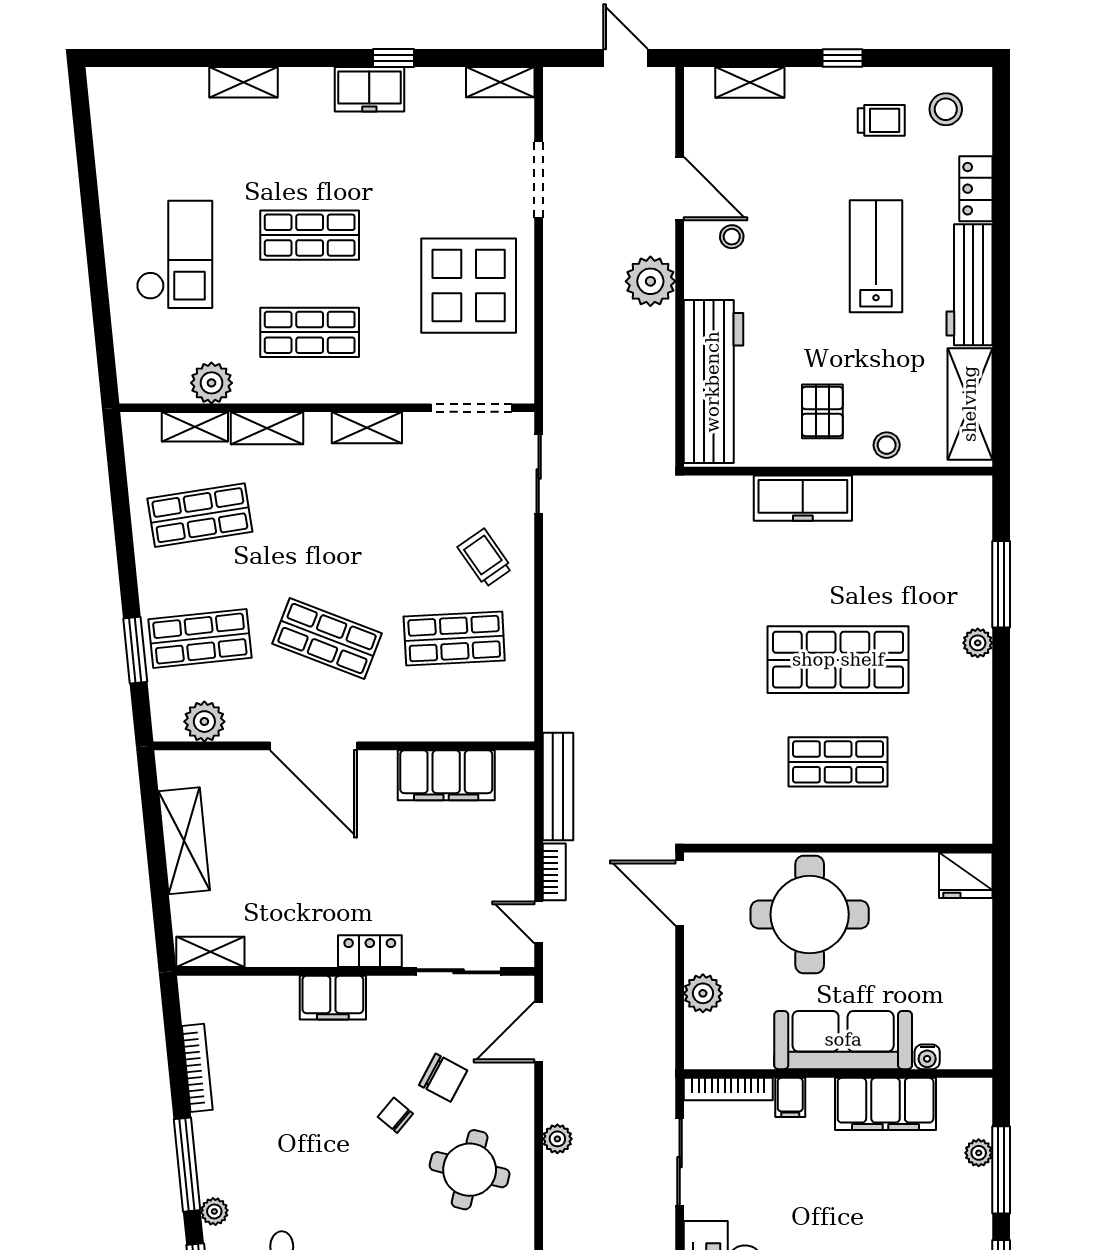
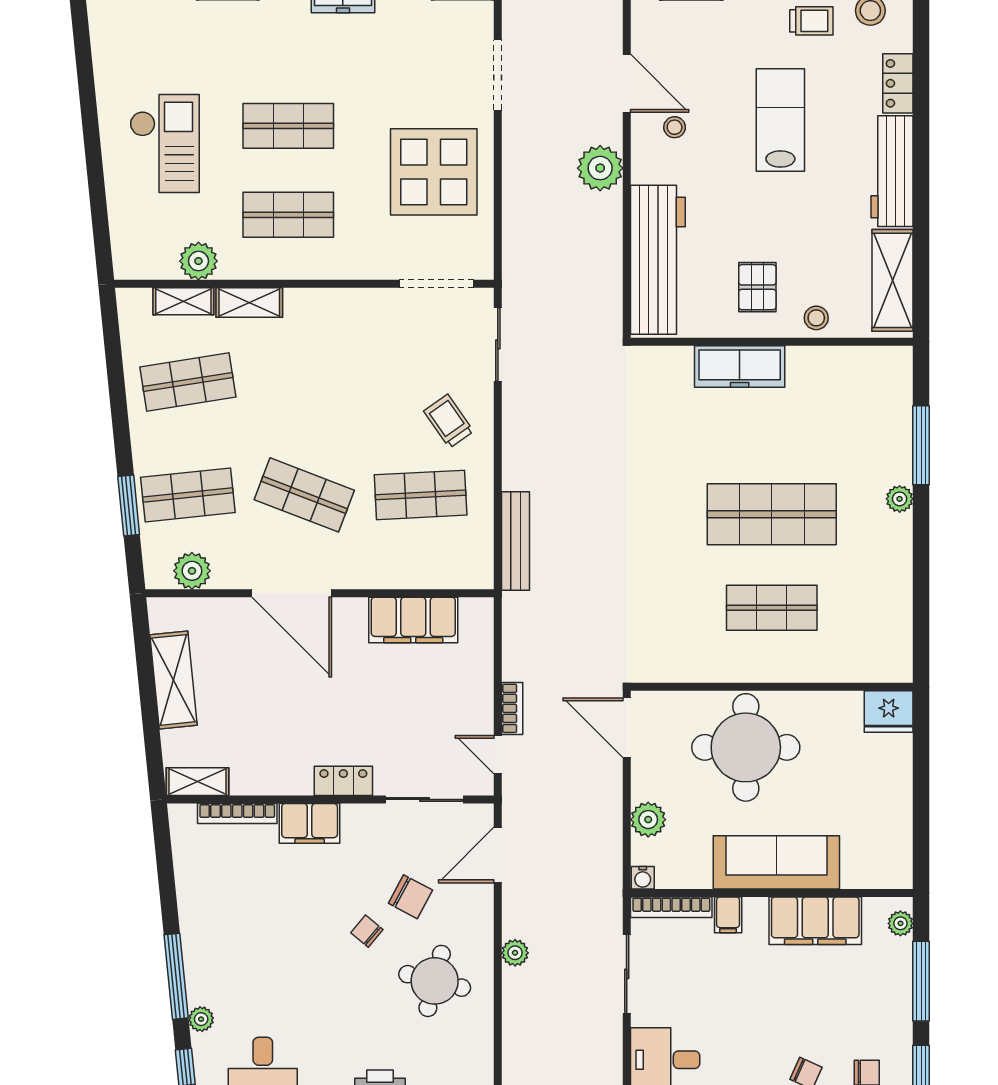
lab bench: (876, 256) -> (780, 120), moved
shelving: (367, 428) -> (341, 302), removed
bench: (558, 787) -> (516, 541), moved
water cooler: (927, 1057) -> (643, 878), moved
bookcase: (197, 1068) -> (237, 813), moved, turned 96
plant: (979, 1153) -> (900, 923), moved

